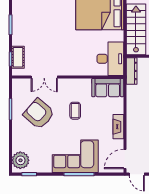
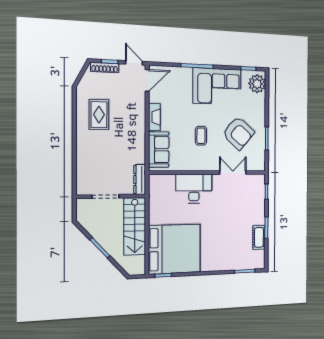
cot: (18, 57) -> (259, 237), moved
desk: (110, 59) -> (194, 189), moved, turned 90
sofa: (108, 88) -> (159, 150), moved, turned 90
corner sofa: (75, 156) -> (217, 86), moved

